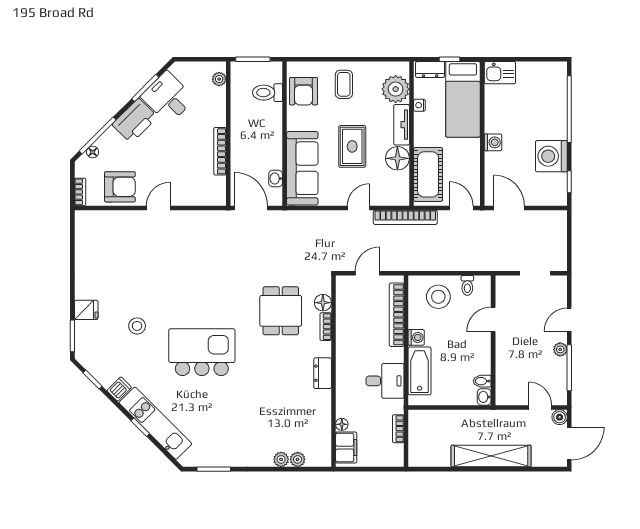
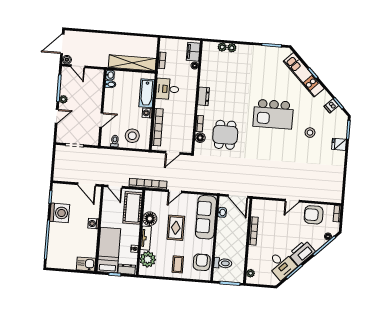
dishwasher: (119, 389) -> (331, 106), moved
shelving: (491, 456) -> (132, 63), moved

